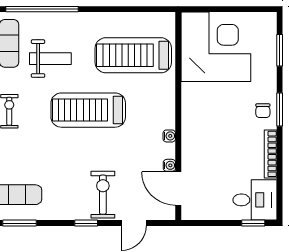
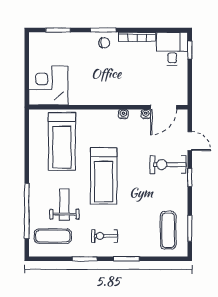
corner desk: (216, 47) -> (48, 86), width x0.74, depth x0.74

